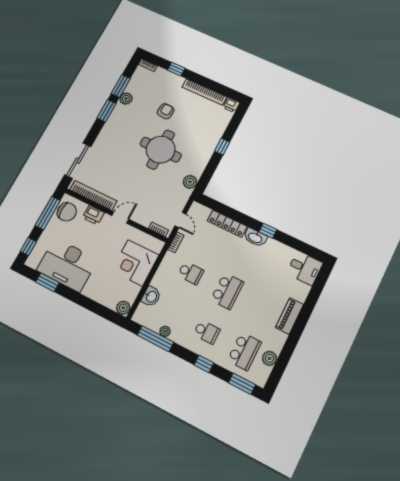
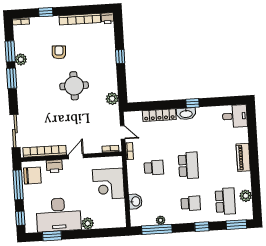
round table: (161, 150) -> (74, 86), width x0.73, depth x0.73
plant: (123, 308) -> (88, 223), moved

